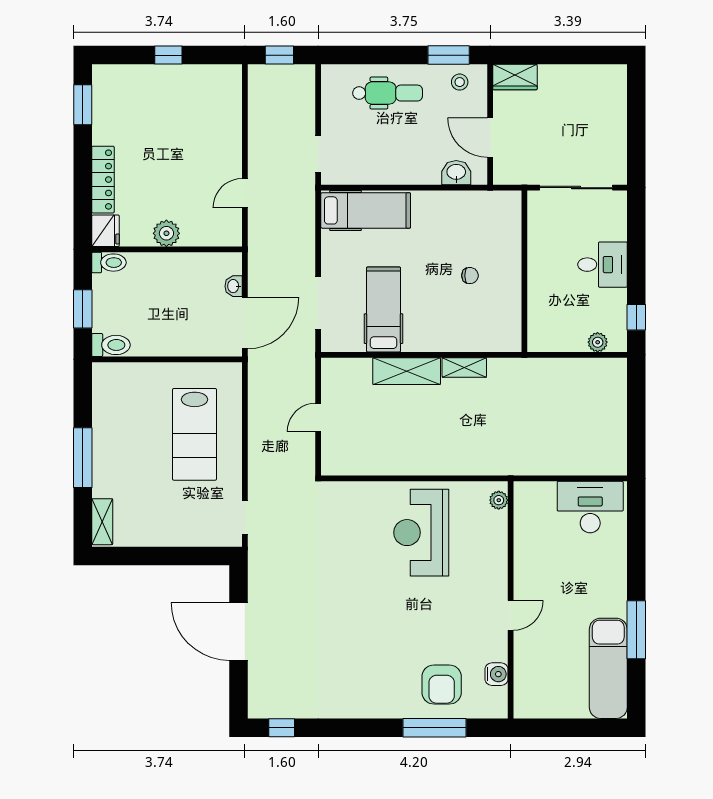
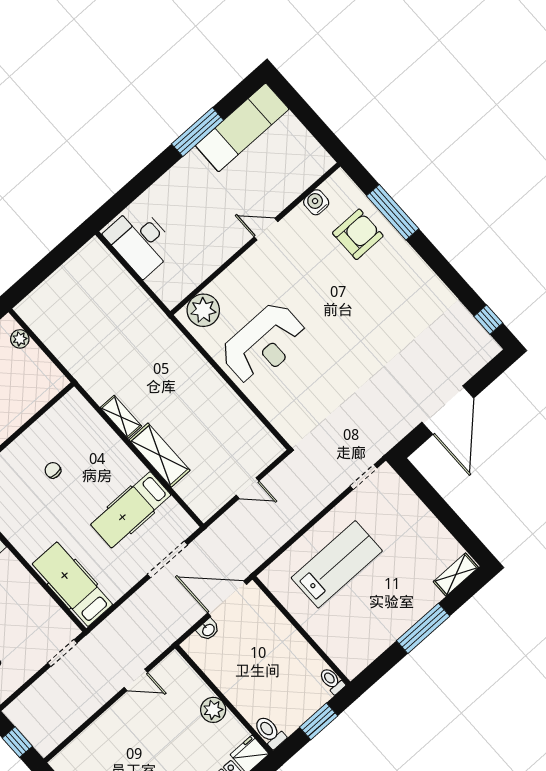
toilet: (111, 345) -> (332, 681), width x0.73, depth x0.72
plant: (499, 500) -> (203, 310), width x1.88, depth x1.88

